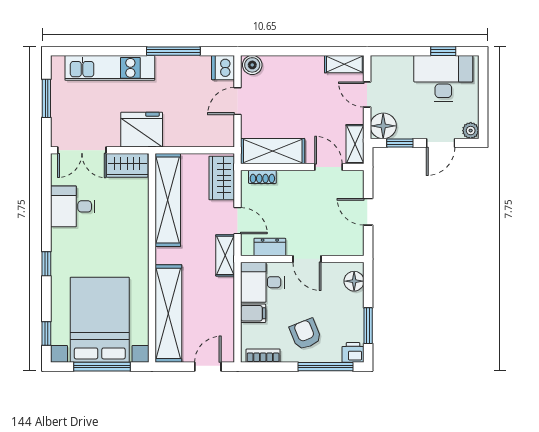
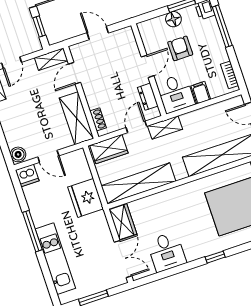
window: (173, 51) -> (32, 231), moved
floor lamp: (383, 126) -> (31, 43), removed
fridge: (142, 130) -> (86, 198), moved
door: (368, 212) -> (98, 33), swing flipped
floor lamp: (354, 281) -> (173, 19), moved
armchair: (305, 334) -> (180, 48), moved, turned 112

